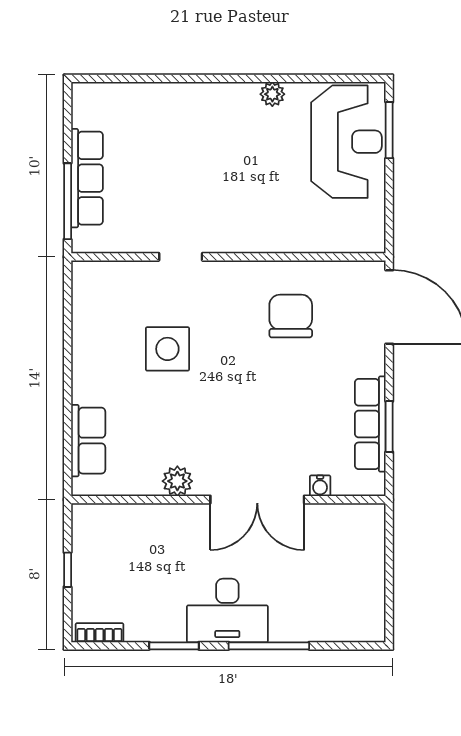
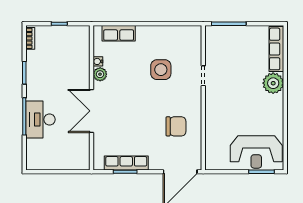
plant: (272, 94) -> (273, 83), moved, width x1.88, depth x1.88
row of seats: (87, 178) -> (276, 49), moved, turned 90
water cooler: (320, 486) -> (98, 61), moved
desk: (227, 611) -> (40, 120), moved

